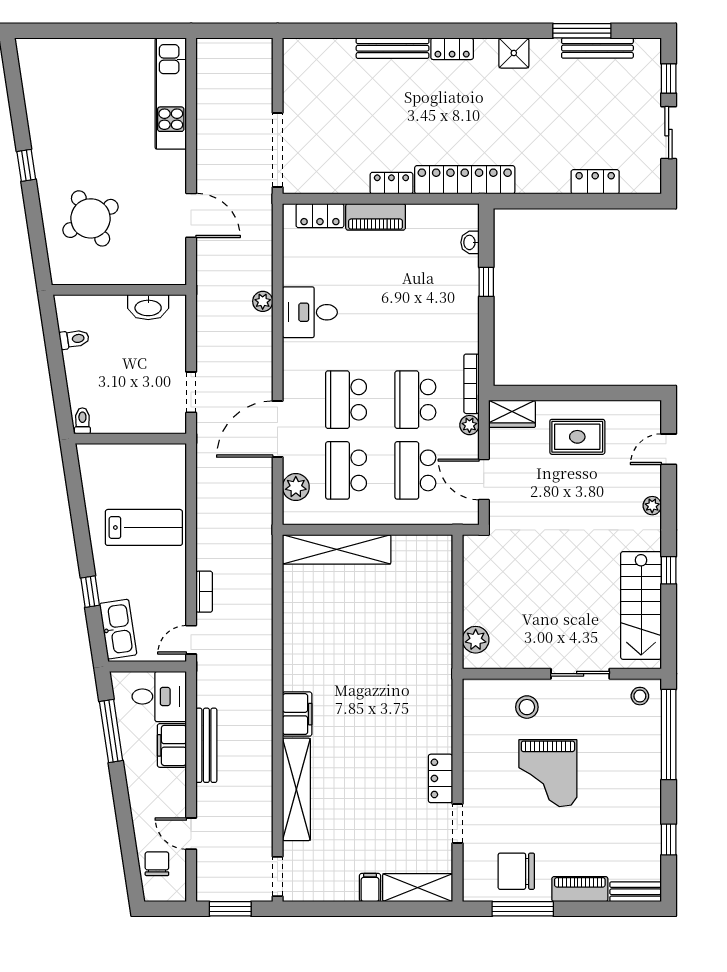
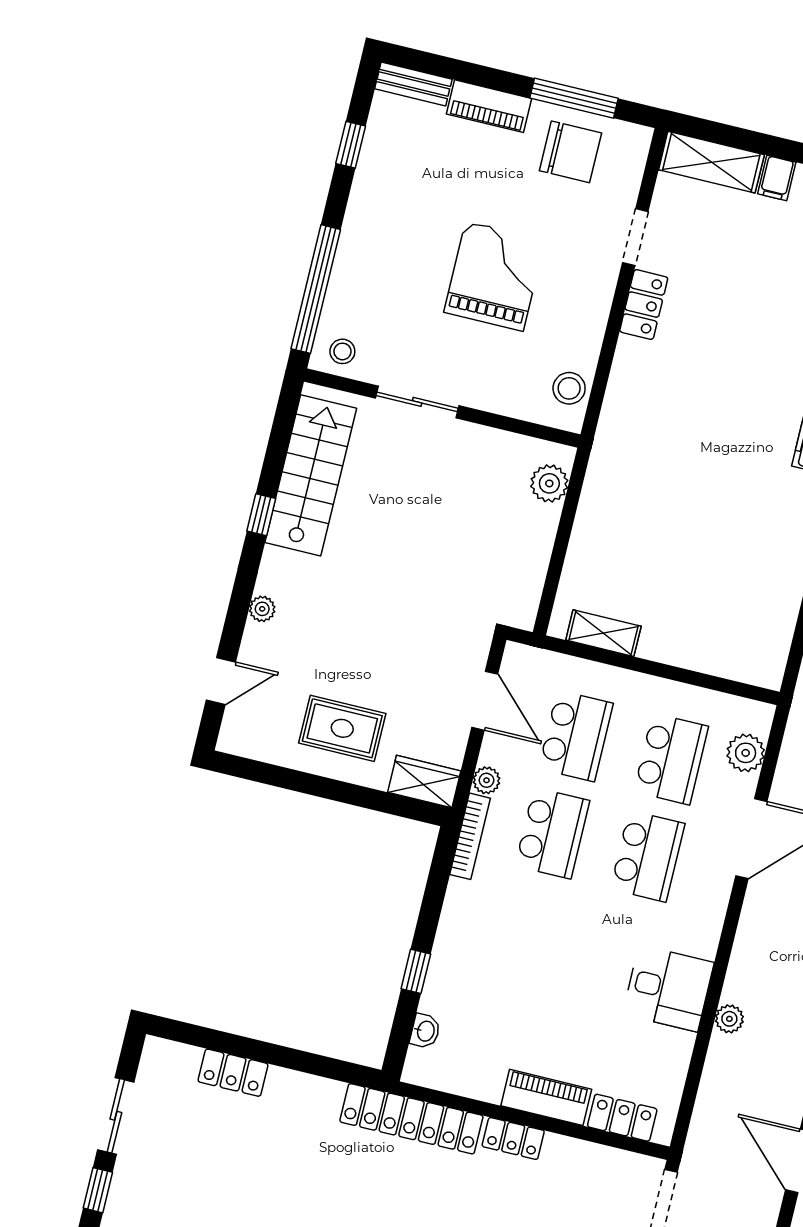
shelving: (337, 549) -> (603, 633), moved, width x0.45, depth x0.75
stool: (527, 707) -> (569, 388), moved

